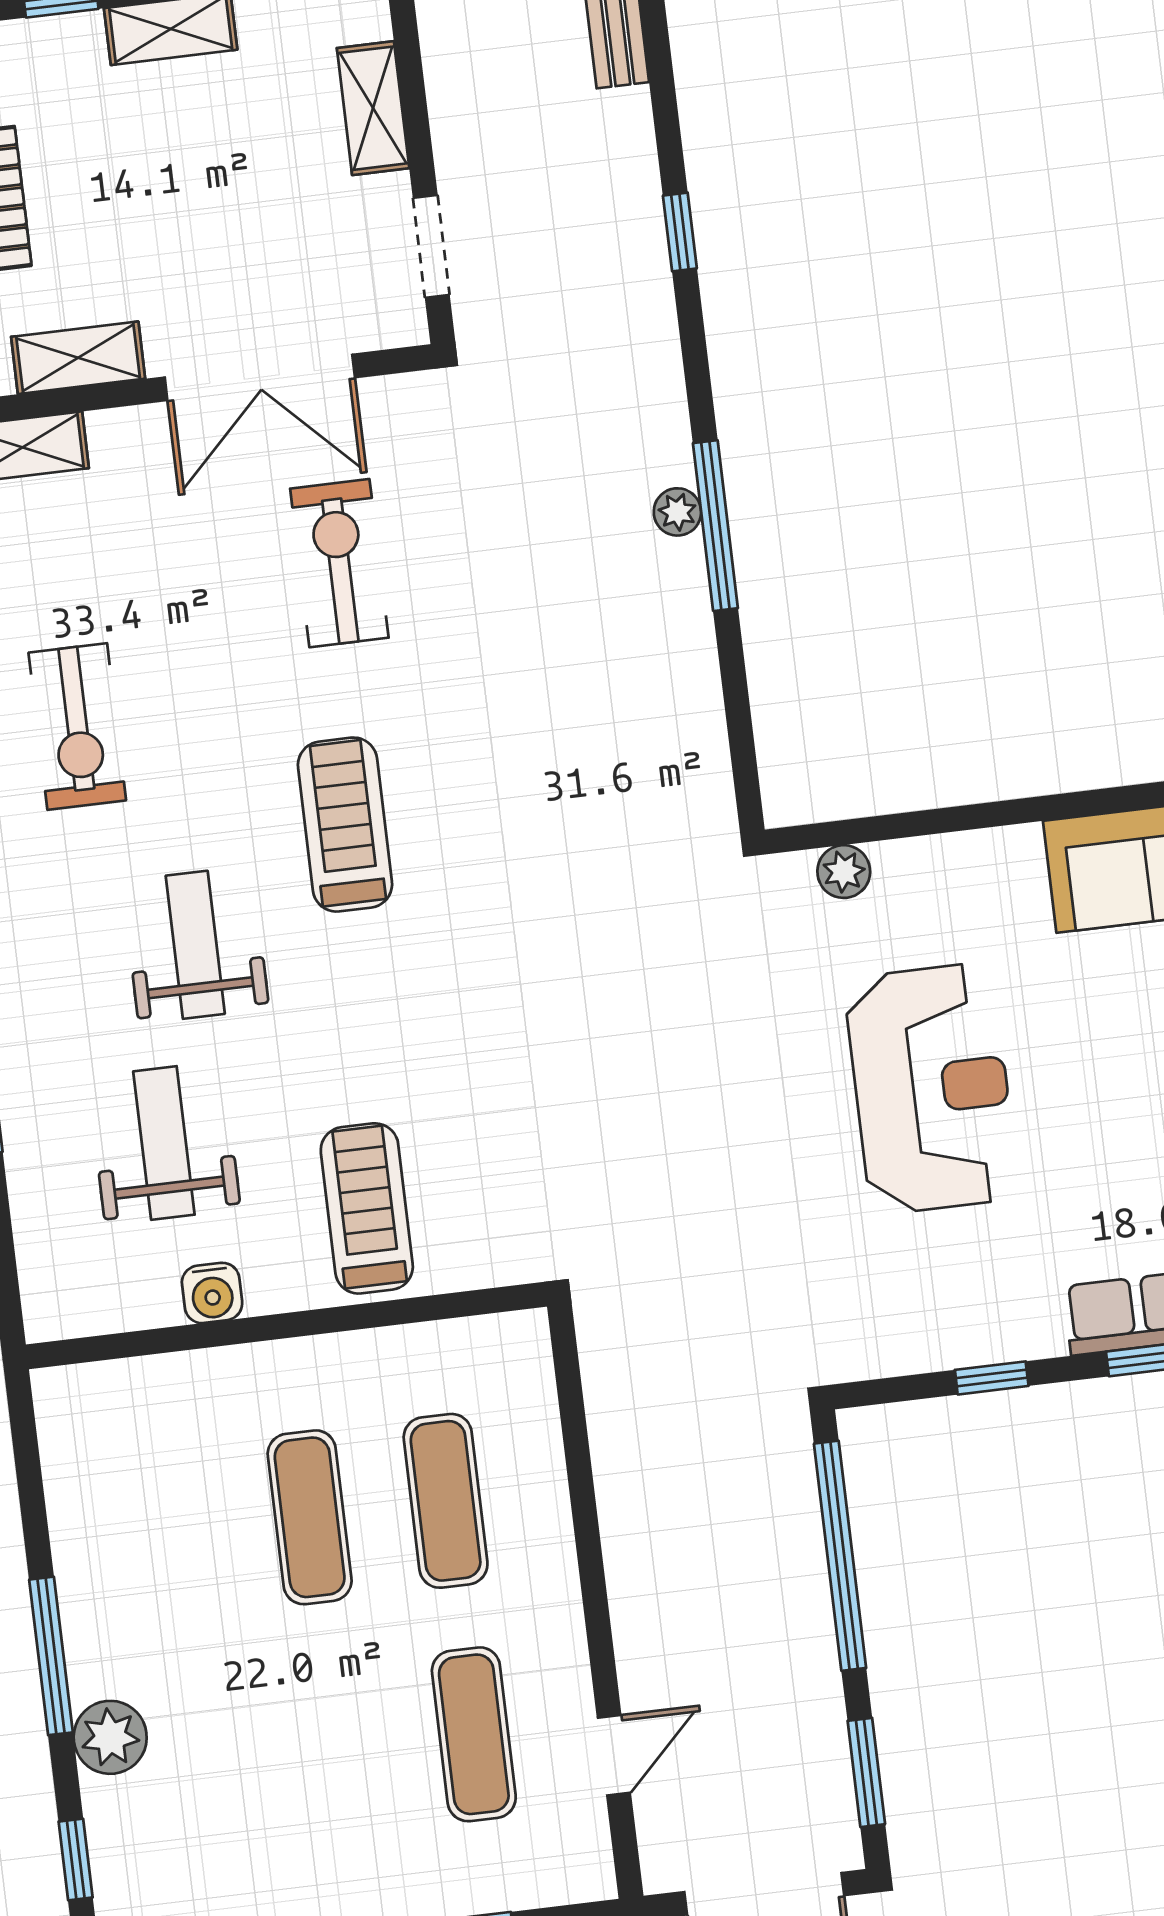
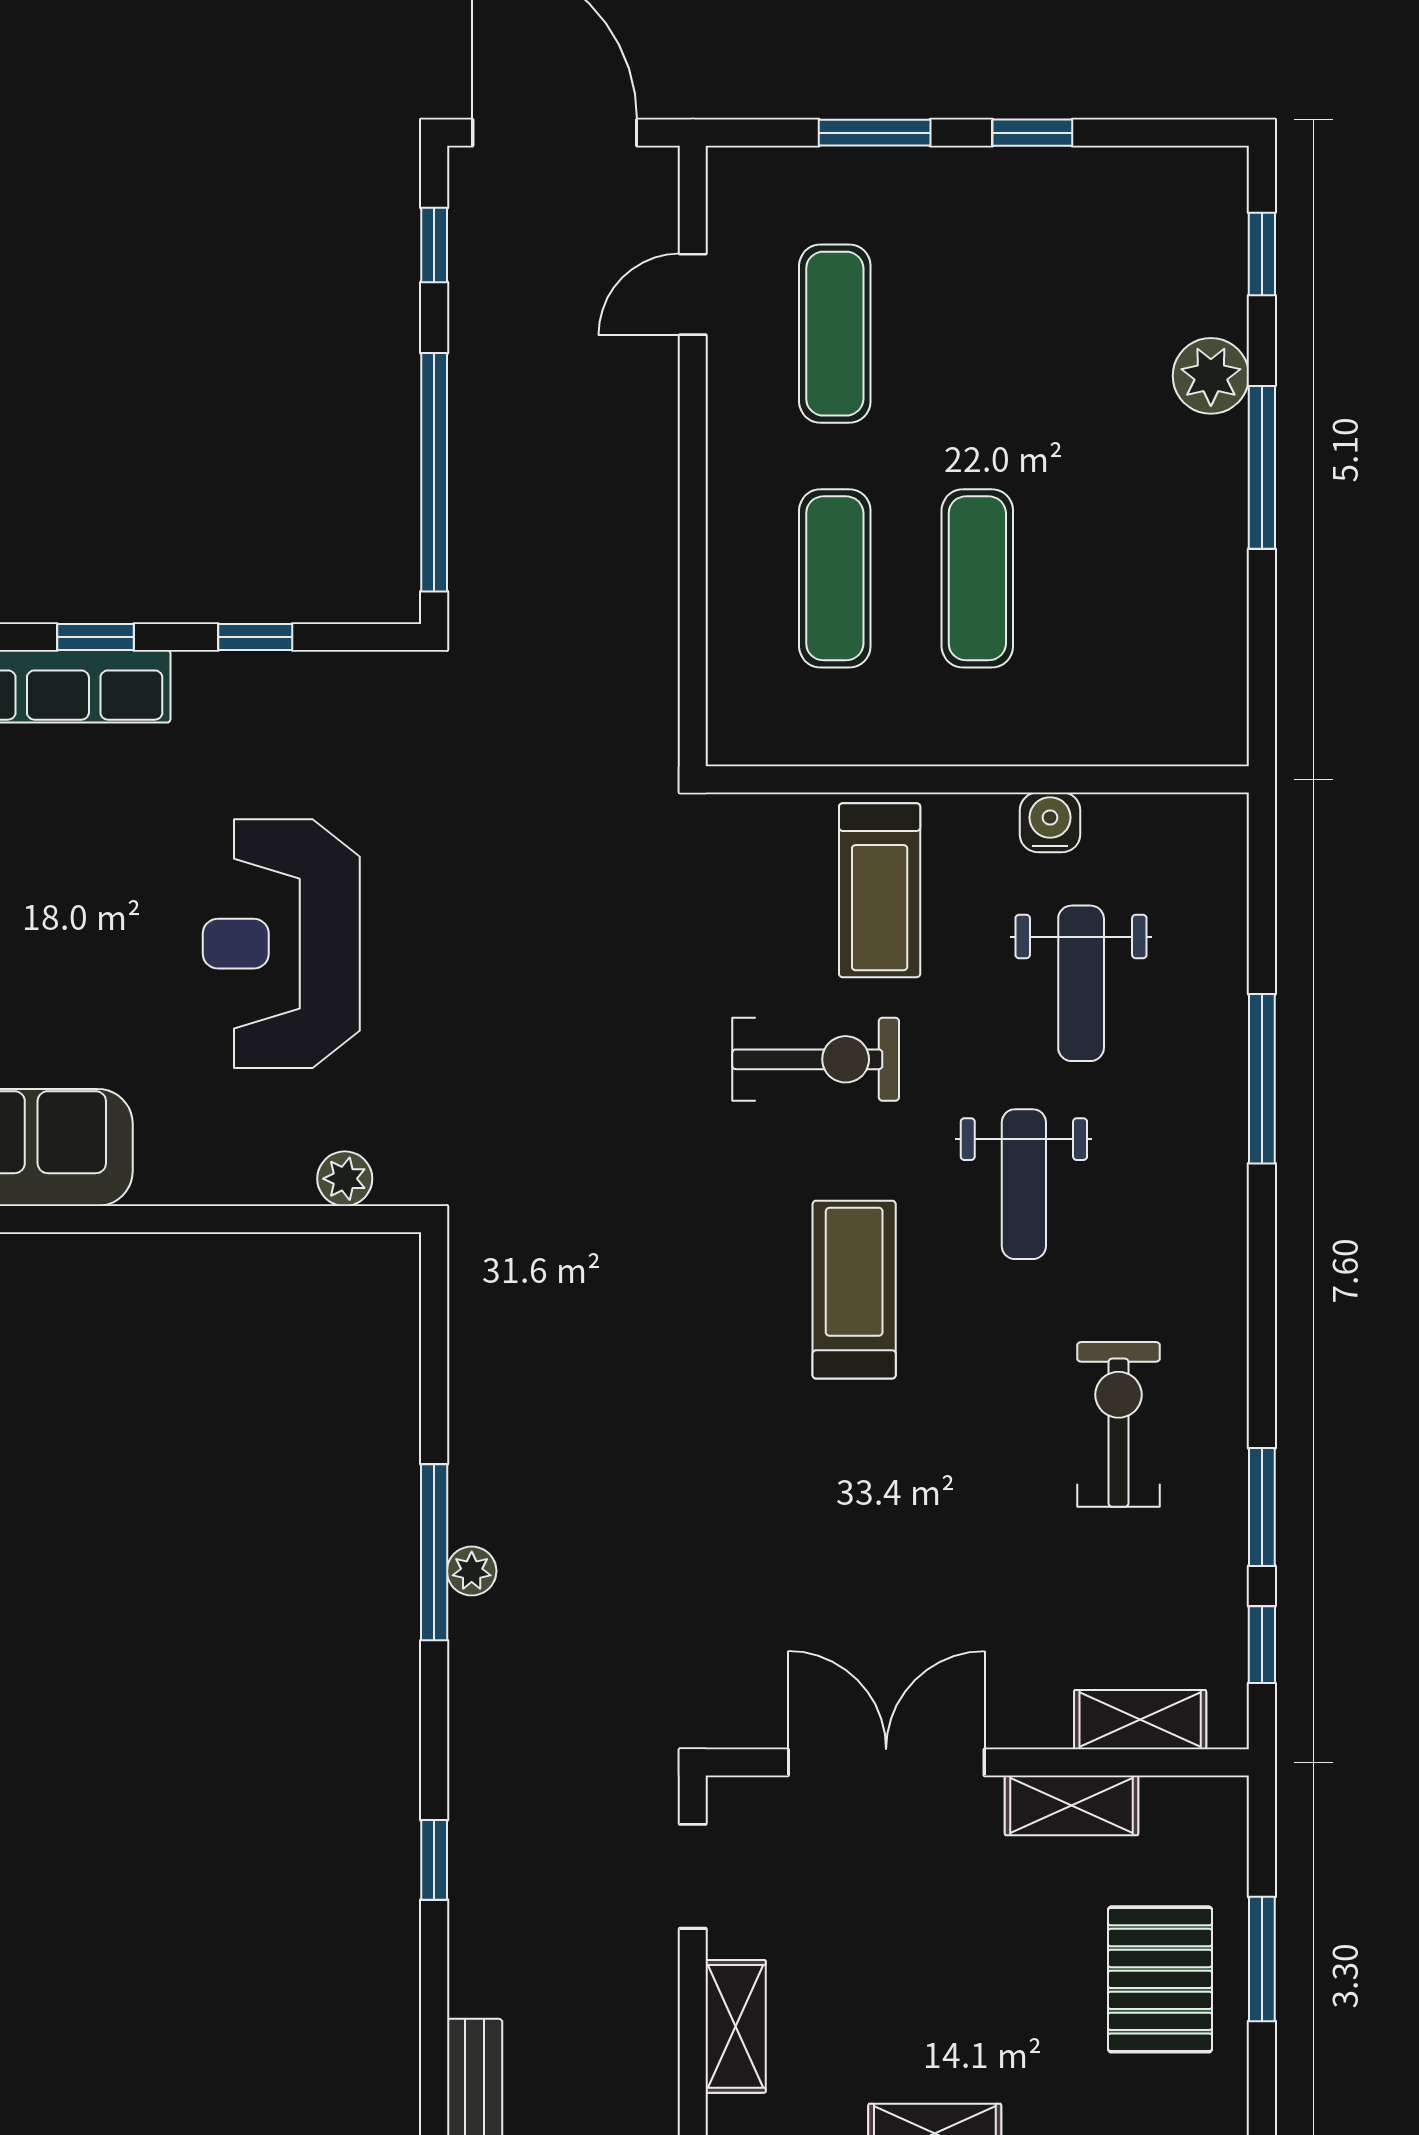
exercise bike: (339, 563) -> (816, 1059), moved, turned -90
treadmill: (345, 825) -> (854, 1290), turned 180
window: (866, 1773) -> (434, 245), width x0.67

